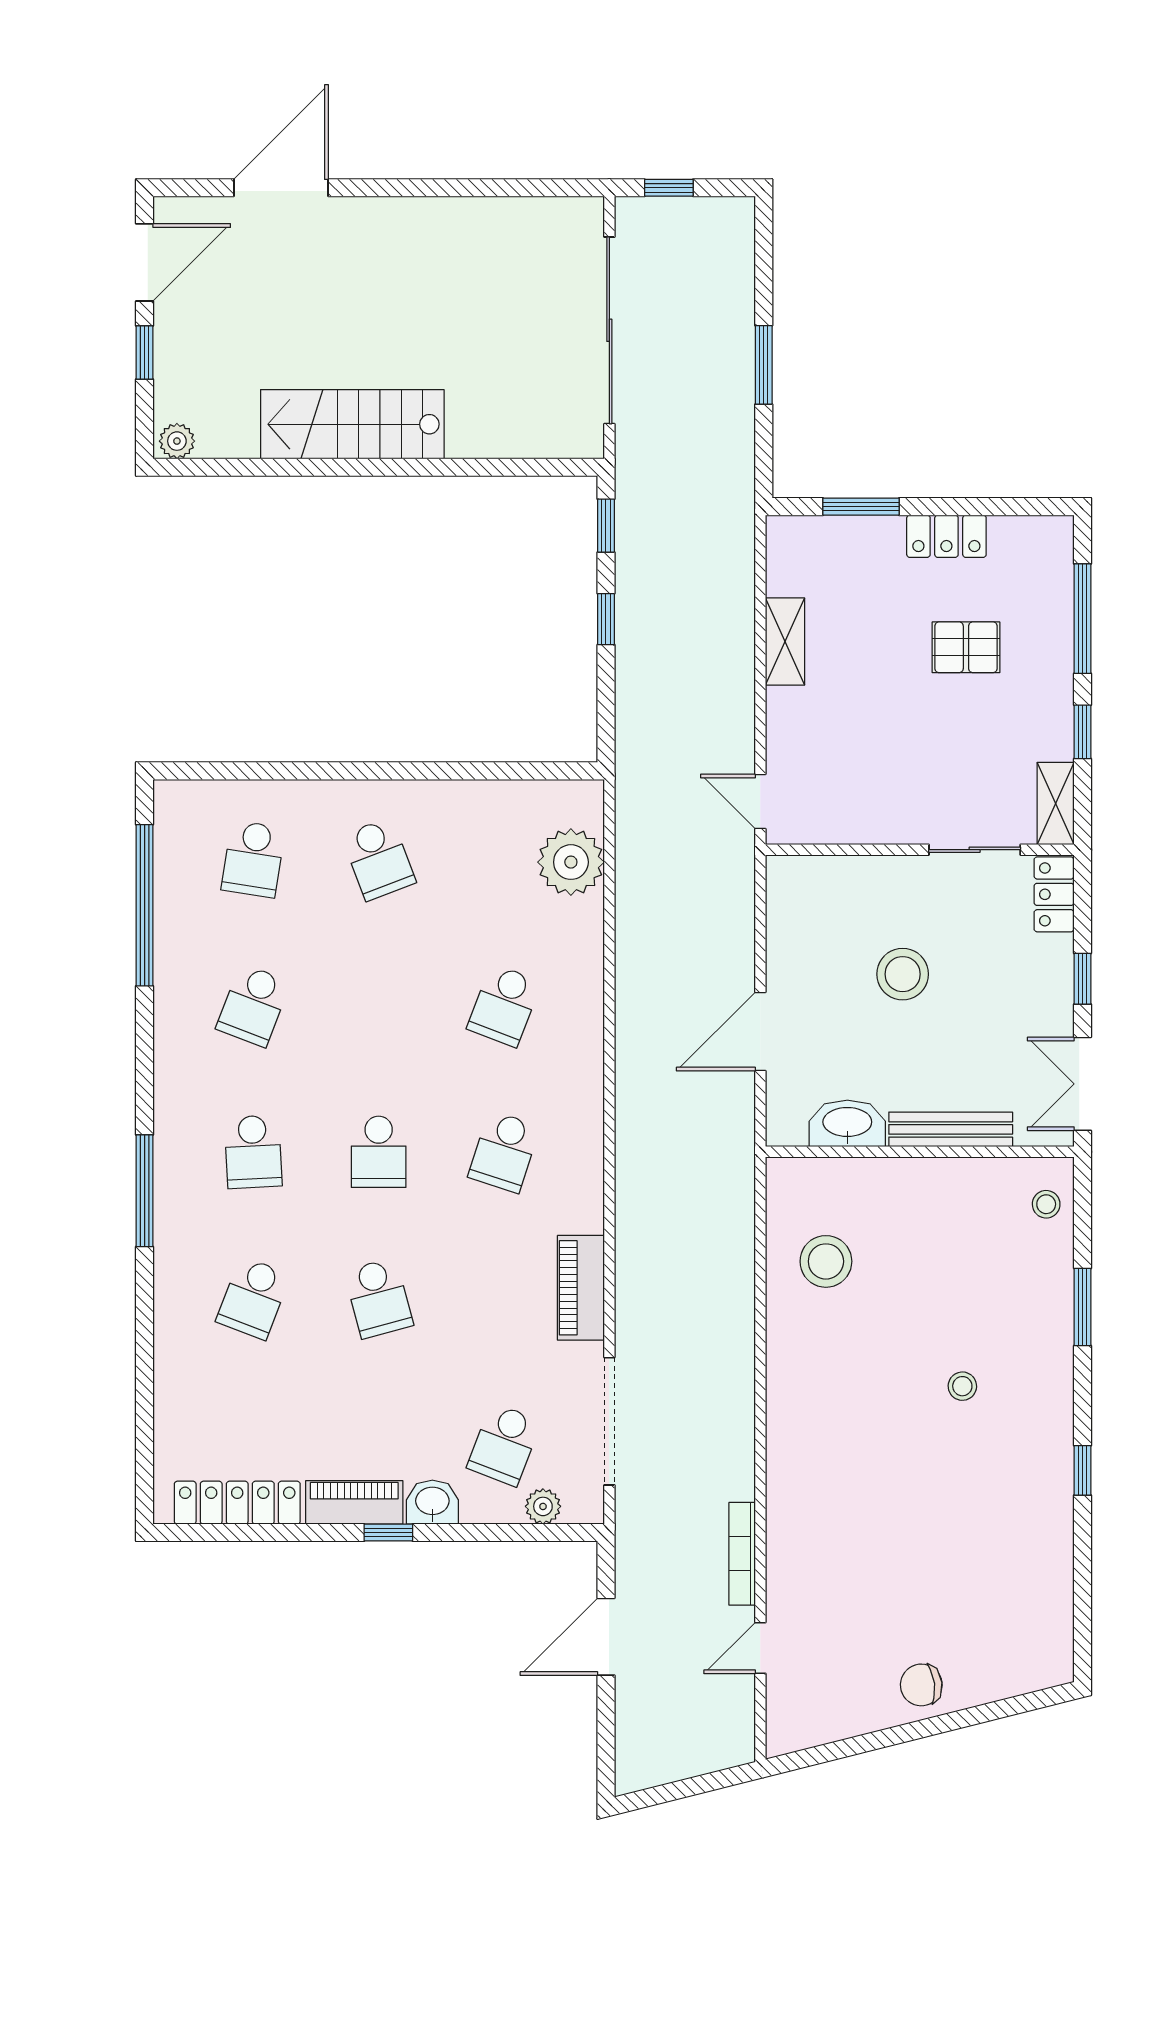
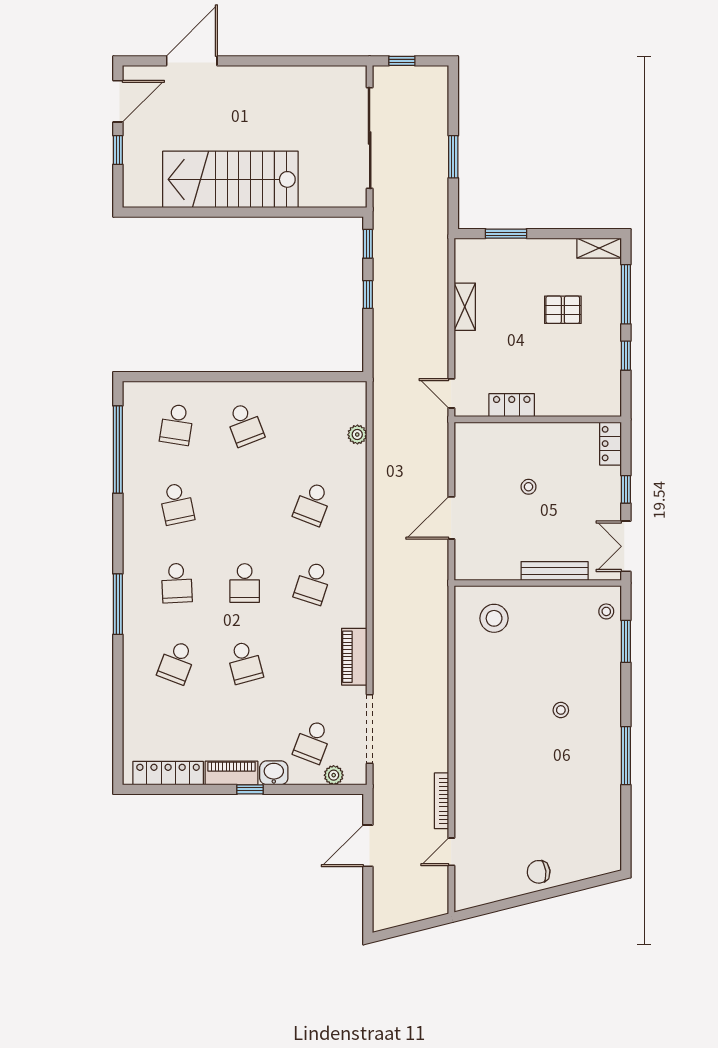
stairs: (352, 424) -> (230, 179), width x1.36, depth x1.51
plant: (177, 441) -> (135, 198), removed
locker: (946, 536) -> (512, 405), moved, turned 180
shelving: (1056, 804) -> (599, 248), moved, turned 90
sliding door: (975, 850) -> (567, 419), removed
plant: (571, 862) -> (357, 435), width x0.53, depth x0.53
stool: (903, 974) -> (529, 487), width x0.53, depth x0.53
school desk: (253, 1005) -> (177, 504), turned -33
washbasin: (847, 1123) -> (499, 568), removed
stool: (826, 1261) -> (494, 618), moved
window: (1082, 1307) -> (626, 641), moved
window: (1082, 1470) -> (626, 756), width x2.17

